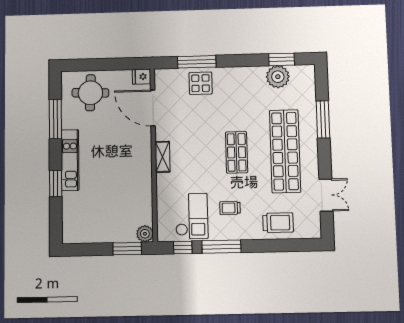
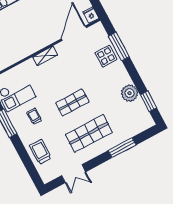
plant: (278, 77) -> (130, 93), moved
shop shelf: (285, 151) -> (89, 133), width x0.71
trolley: (278, 223) -> (40, 152), turned 180

